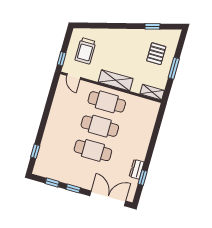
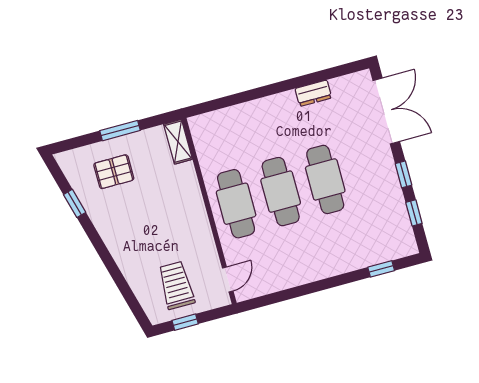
trolley: (85, 51) -> (176, 285), turned -90
window: (62, 59) -> (185, 322), moved
shelving: (116, 80) -> (194, 210), removed
window: (143, 178) -> (321, 76), removed
double door: (108, 198) -> (386, 111), swing flipped

